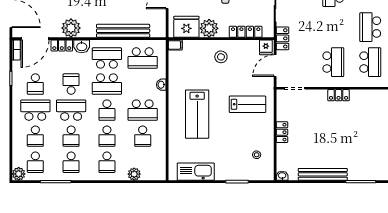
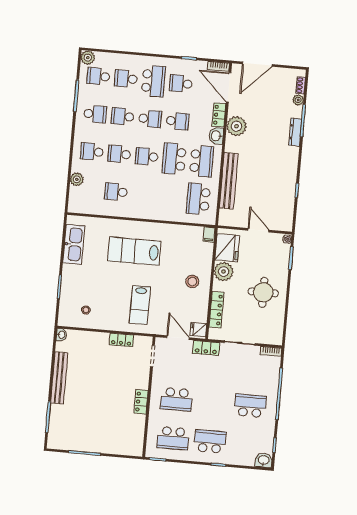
washbasin: (161, 85) -> (168, 216), removed
school desk: (71, 110) -> (150, 119), width x0.54
school desk: (143, 110) -> (143, 194), removed
locker: (282, 132) -> (121, 340), moved
school desk: (71, 162) -> (95, 114), turned 180

